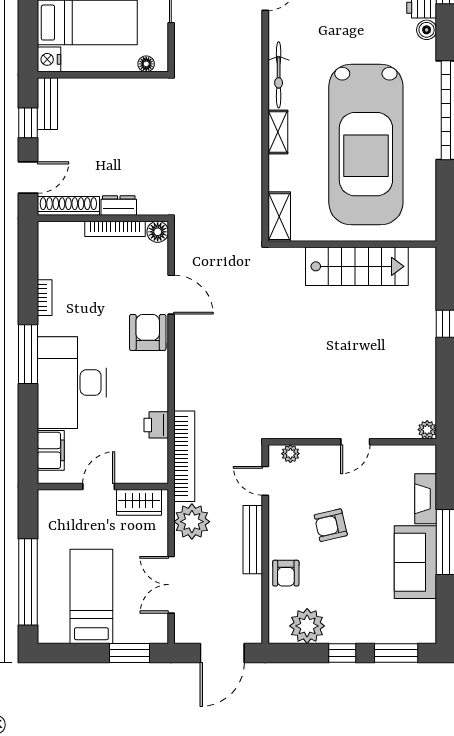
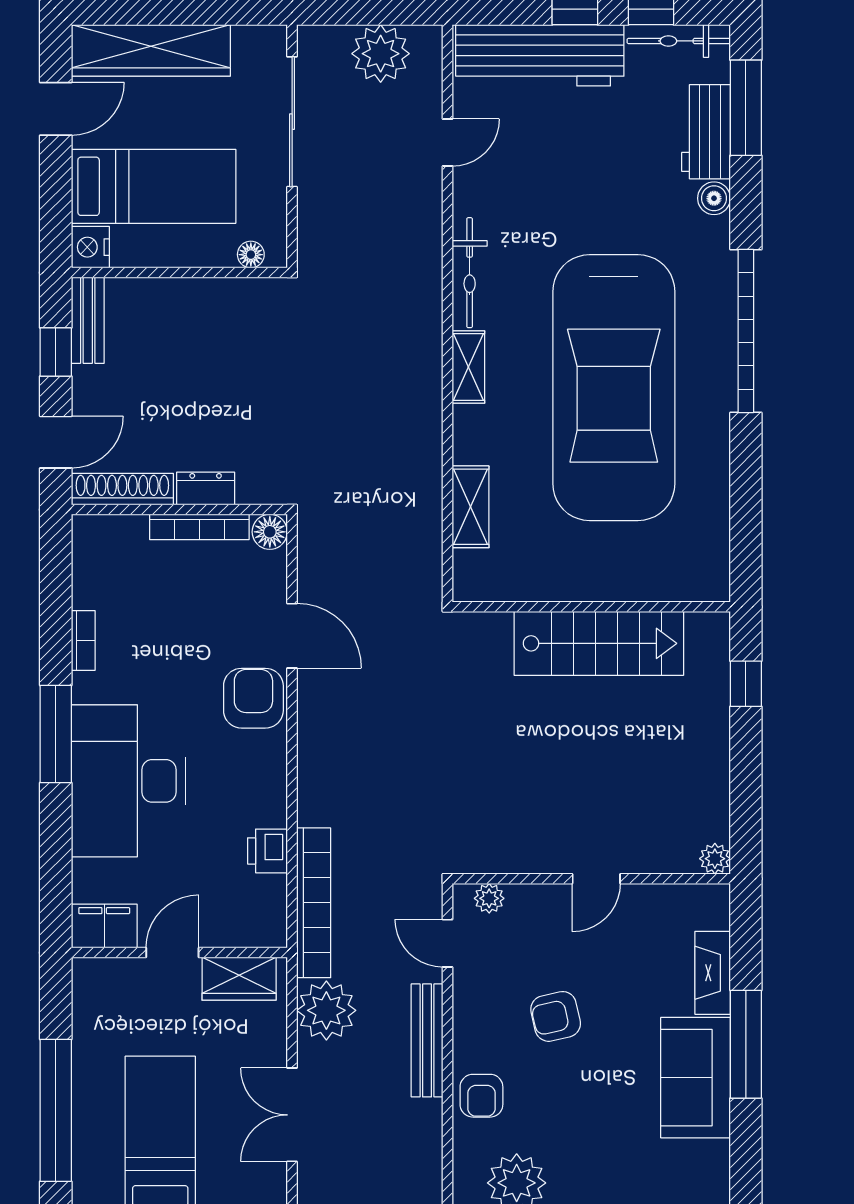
wall: (352, 244) -> (591, 607), moved
stairs: (357, 266) -> (599, 643), moved
filing cabinet: (51, 450) -> (104, 926), moved, turned -90

